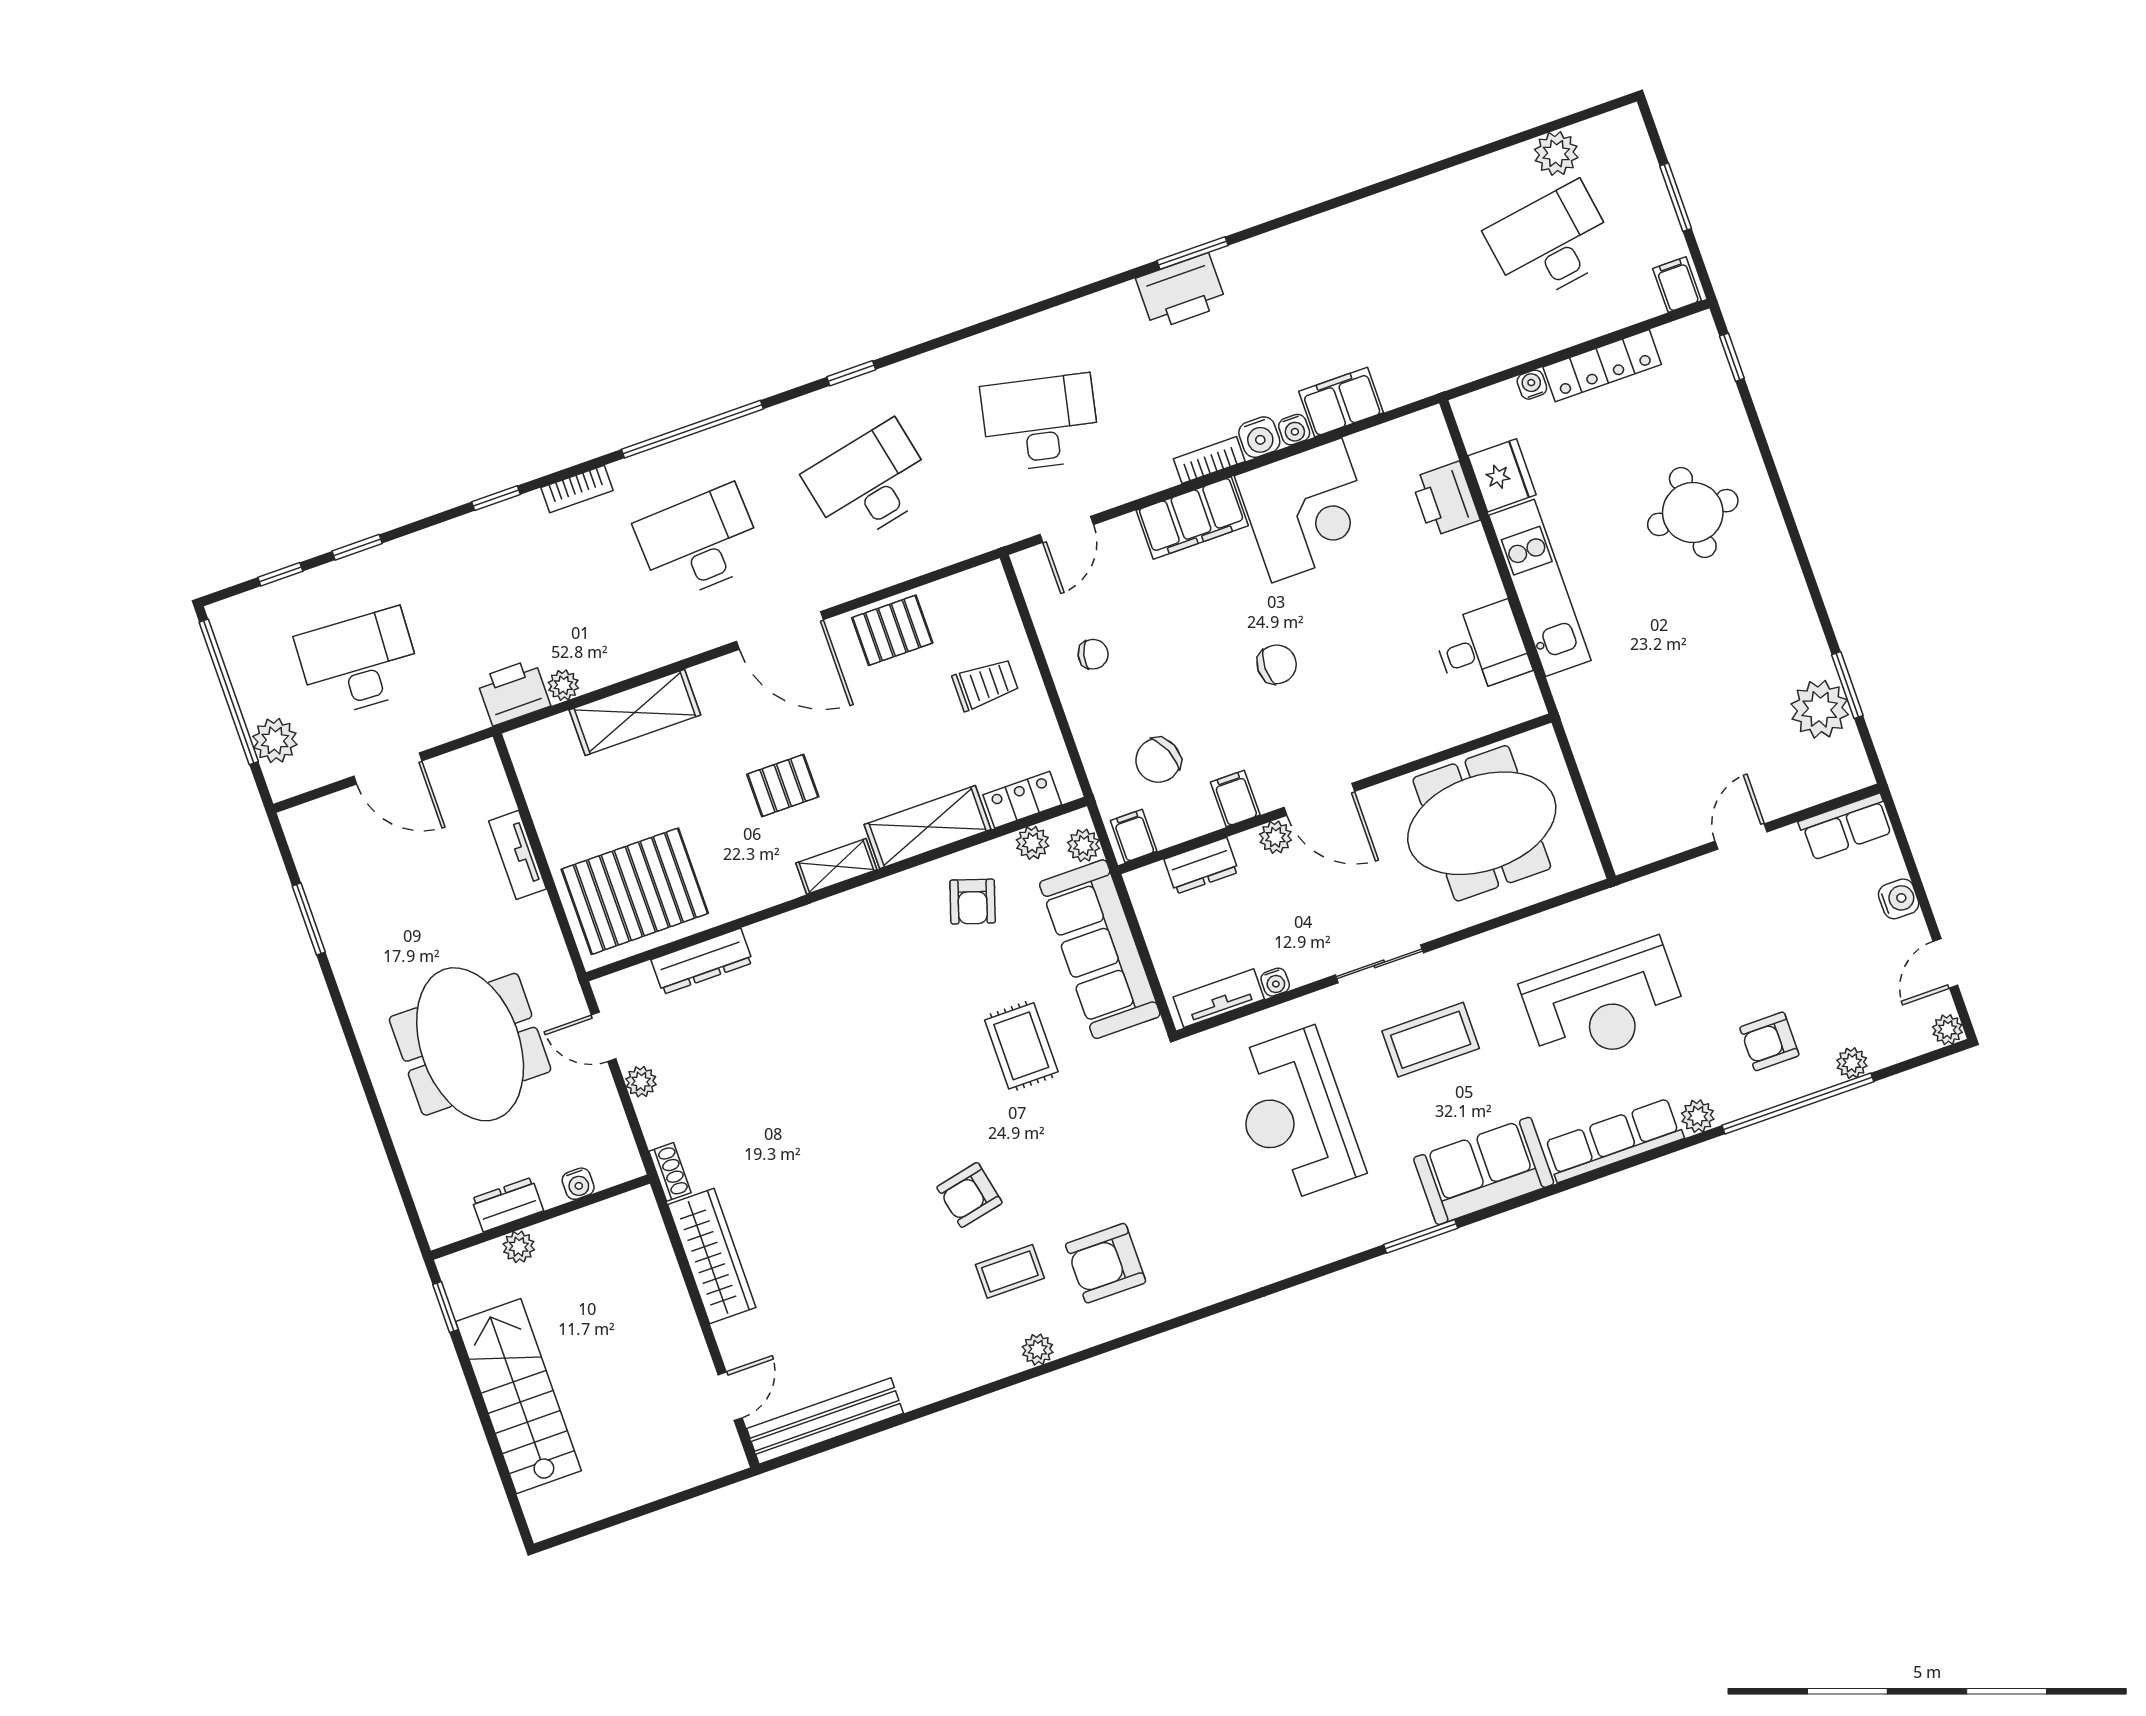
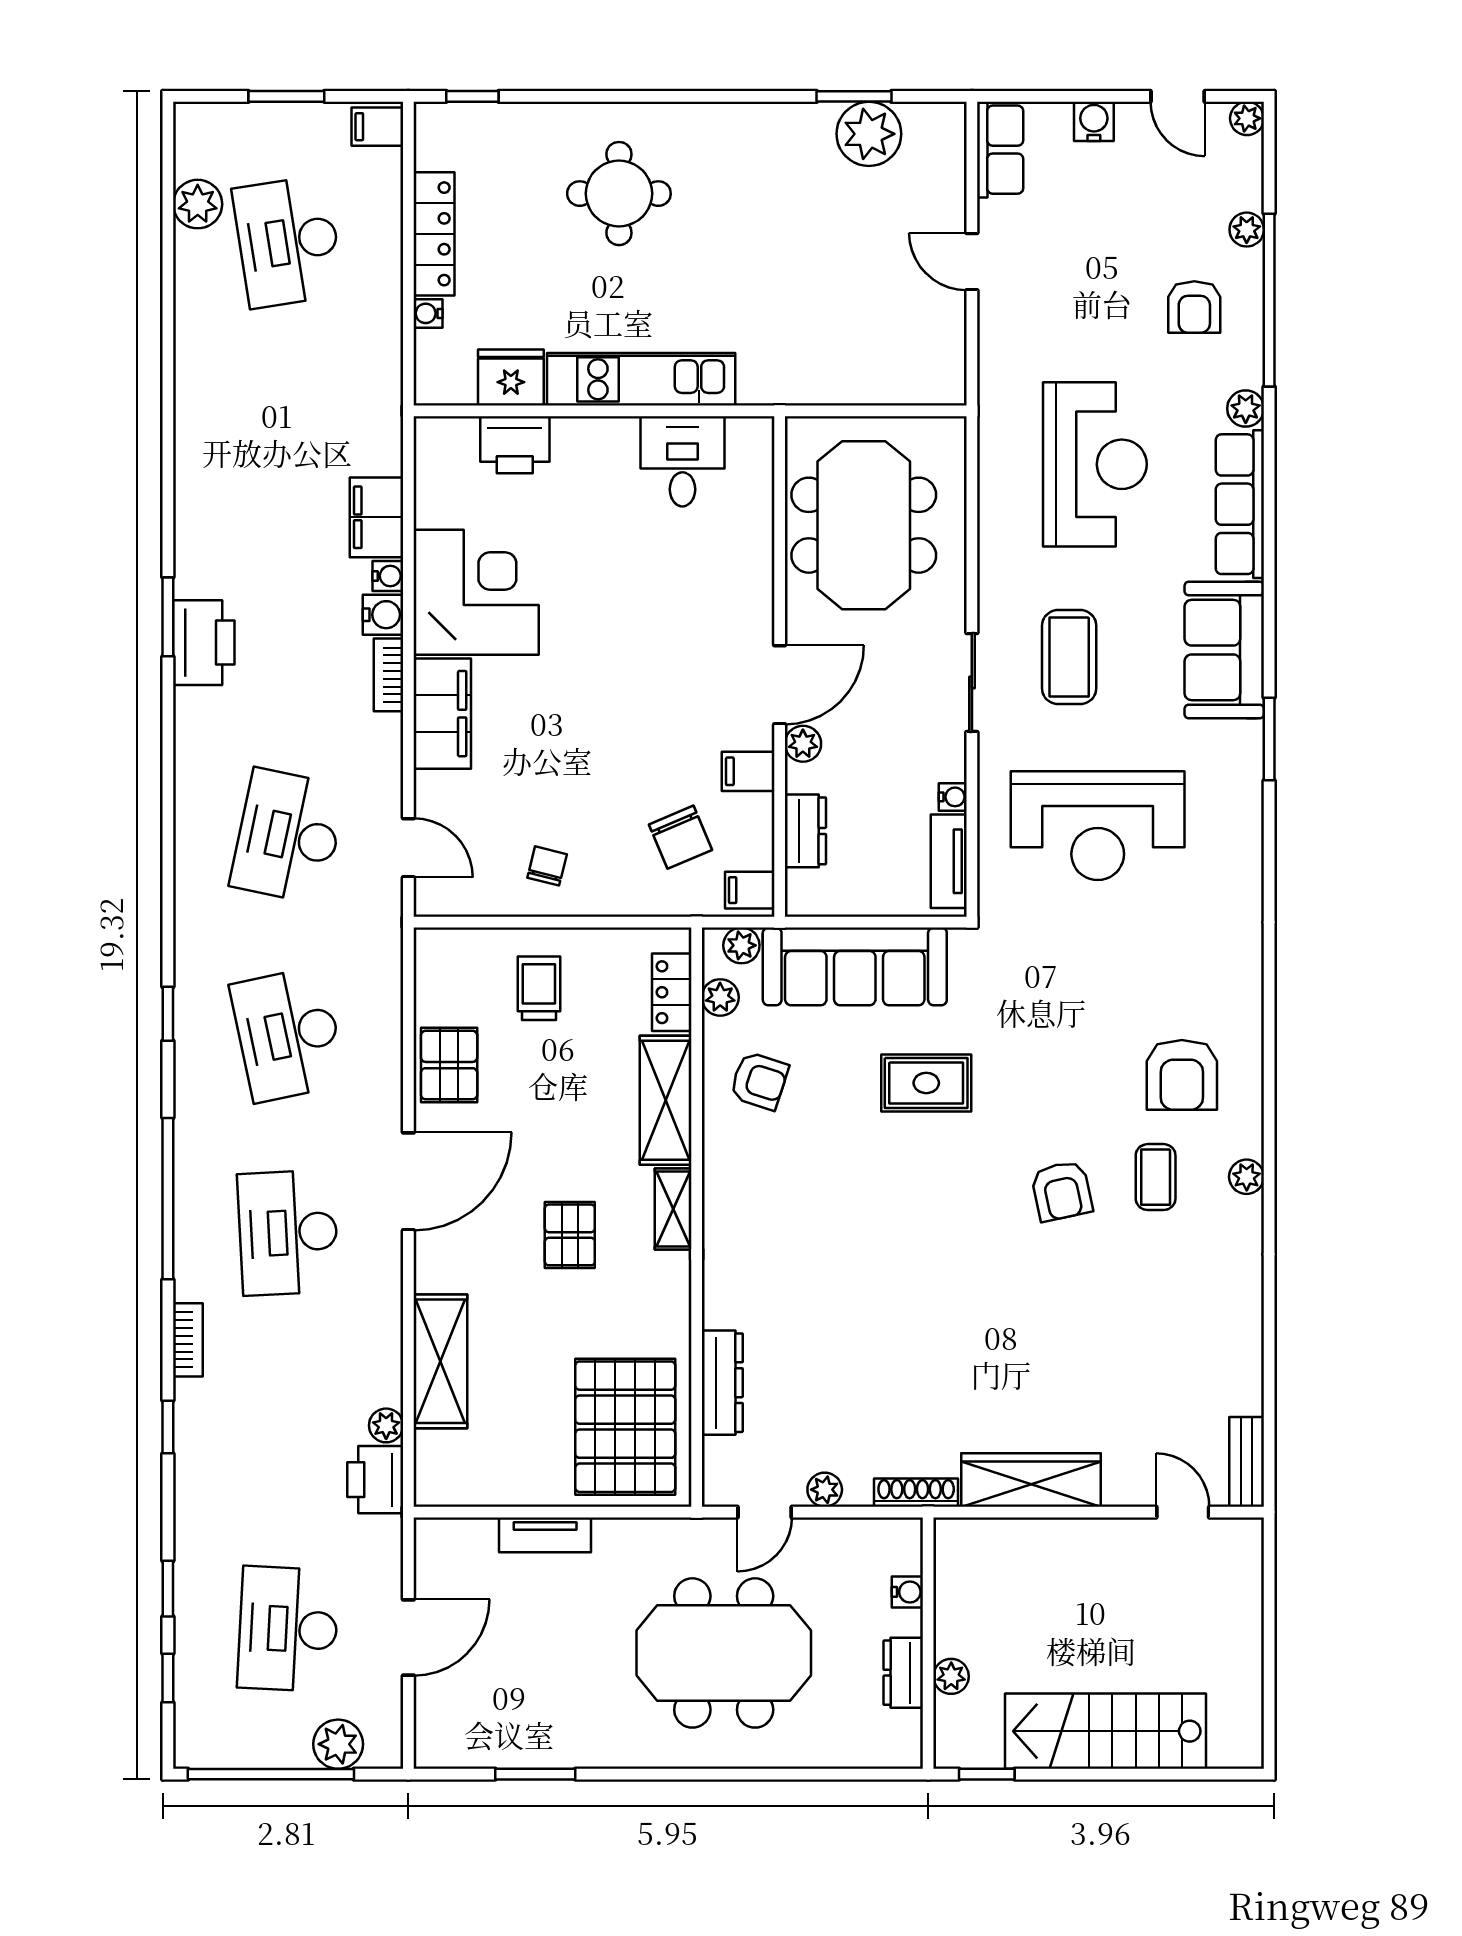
chair: (1277, 664) -> (624, 680), removed
shoe rack: (670, 1172) -> (916, 1493), width x1.43
bench: (825, 1421) -> (1247, 1462), width x0.54, depth x0.82

